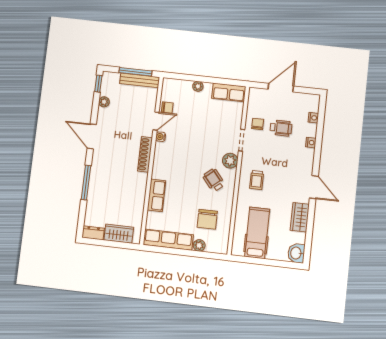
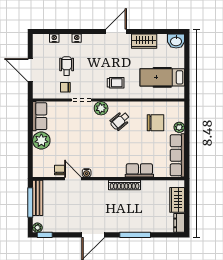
plant: (198, 86) -> (41, 141), width x1.88, depth x1.88
plant: (104, 102) -> (37, 228), moved
shoe rack: (145, 154) -> (125, 185), moved

